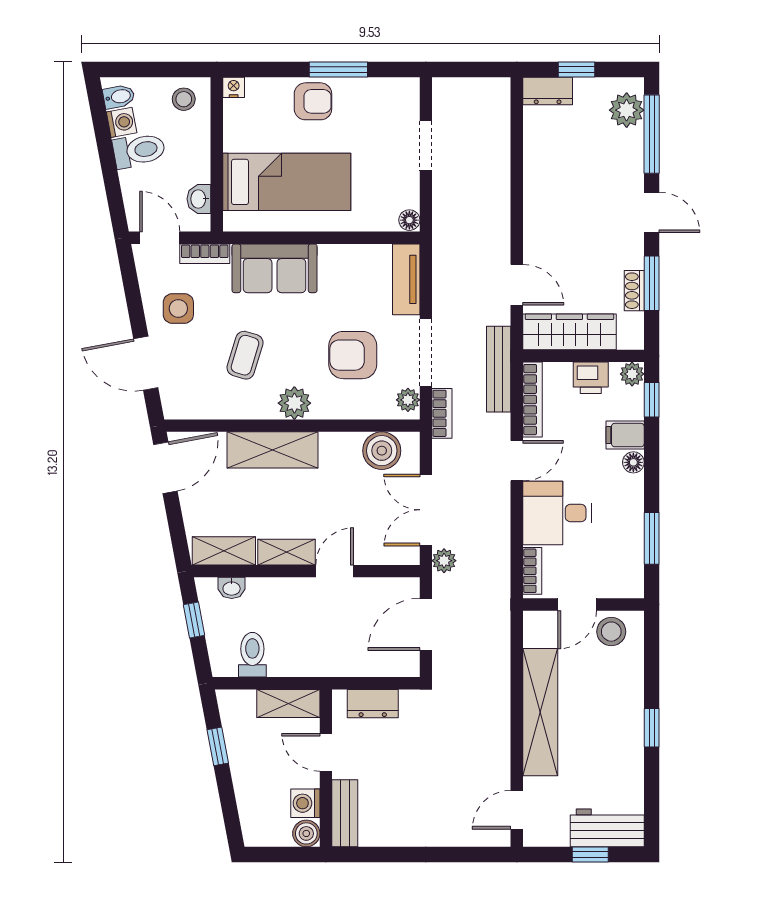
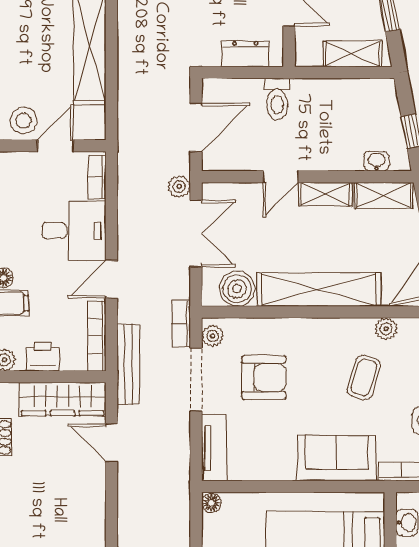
plant: (294, 403) -> (386, 329), moved, width x0.73, depth x0.73
shelving: (272, 450) -> (319, 289), width x1.47
toilet: (252, 655) -> (277, 99), moved
shelving: (288, 703) -> (352, 54), moved

